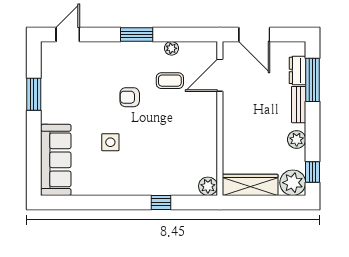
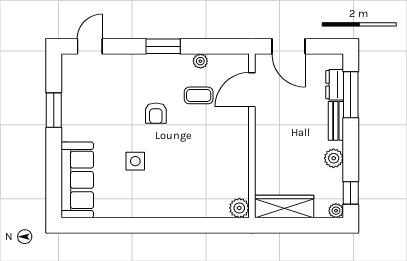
armchair: (130, 97) -> (156, 113), turned -90
plant: (293, 183) -> (336, 211), width x0.53, depth x0.53
window: (161, 202) -> (189, 225), removed

